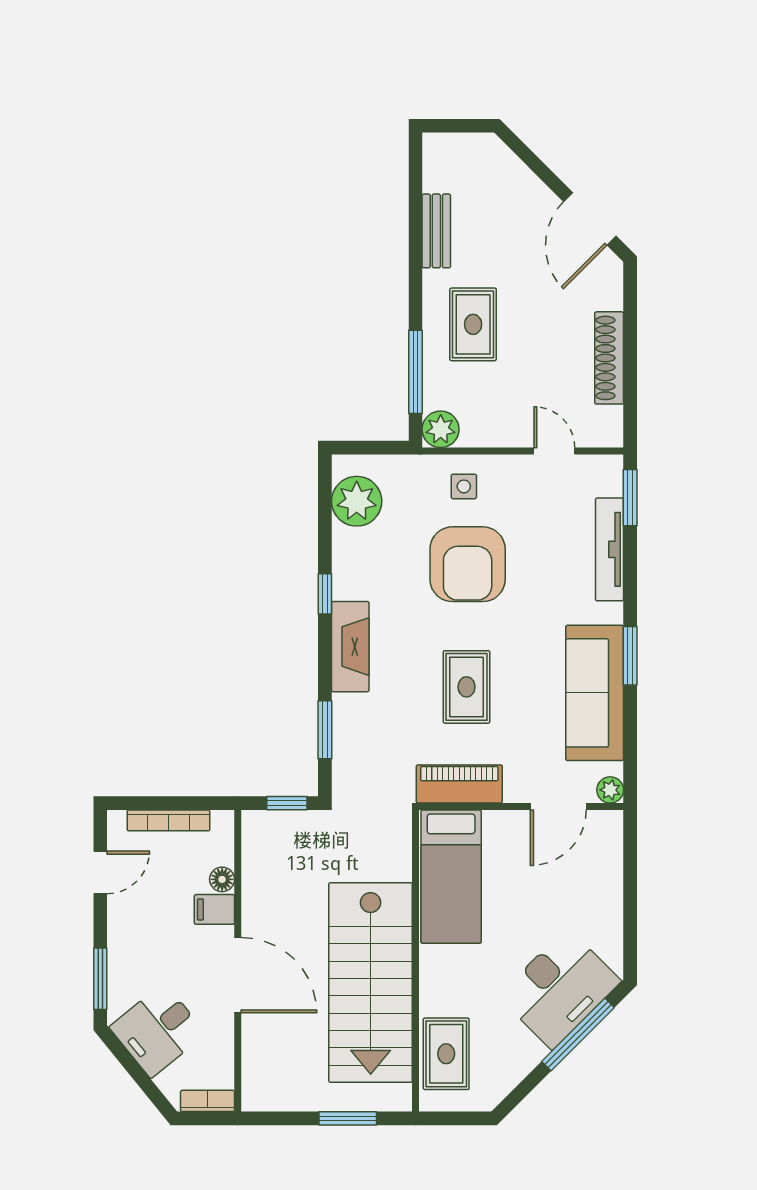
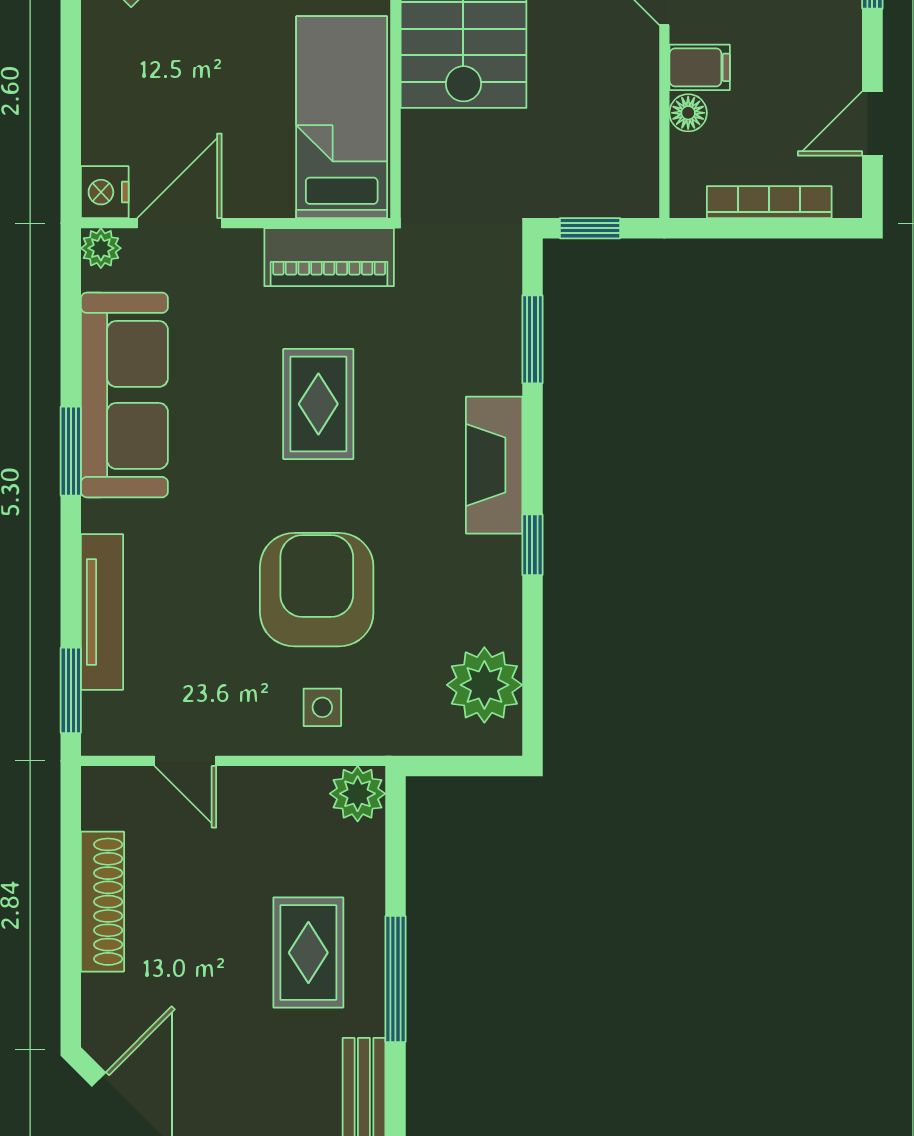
window: (415, 372) -> (395, 979), moved
nightstand: (608, 827) -> (105, 192), added

